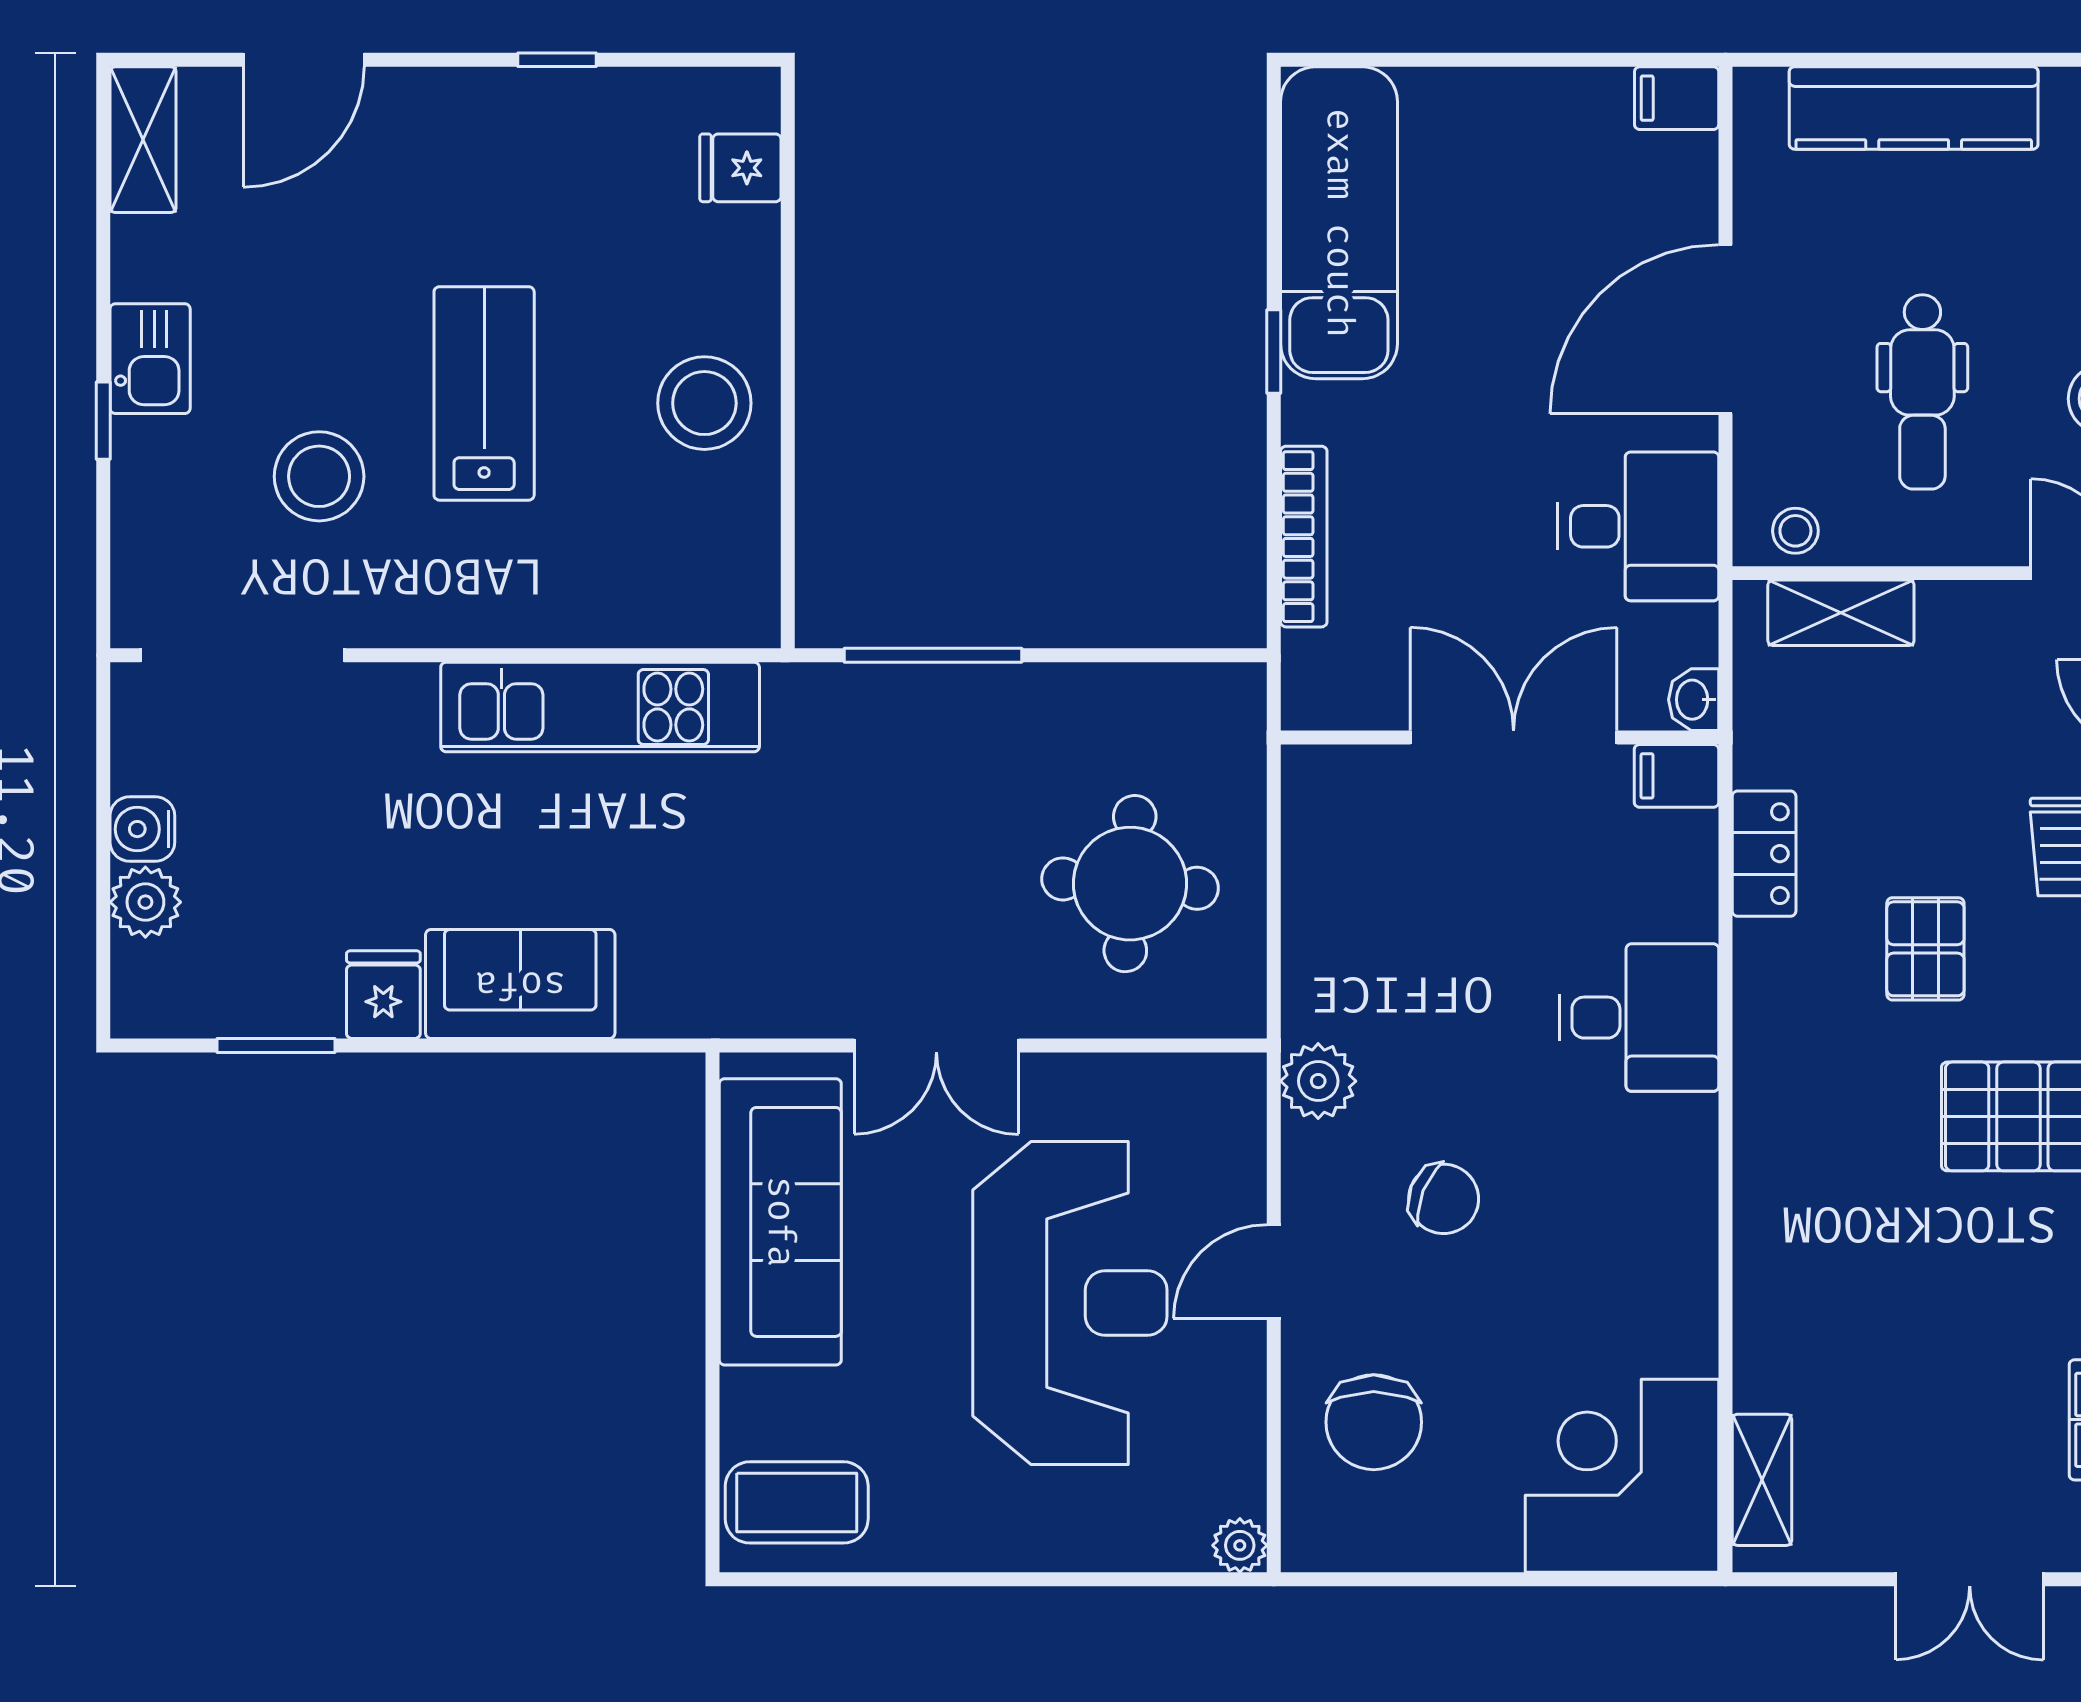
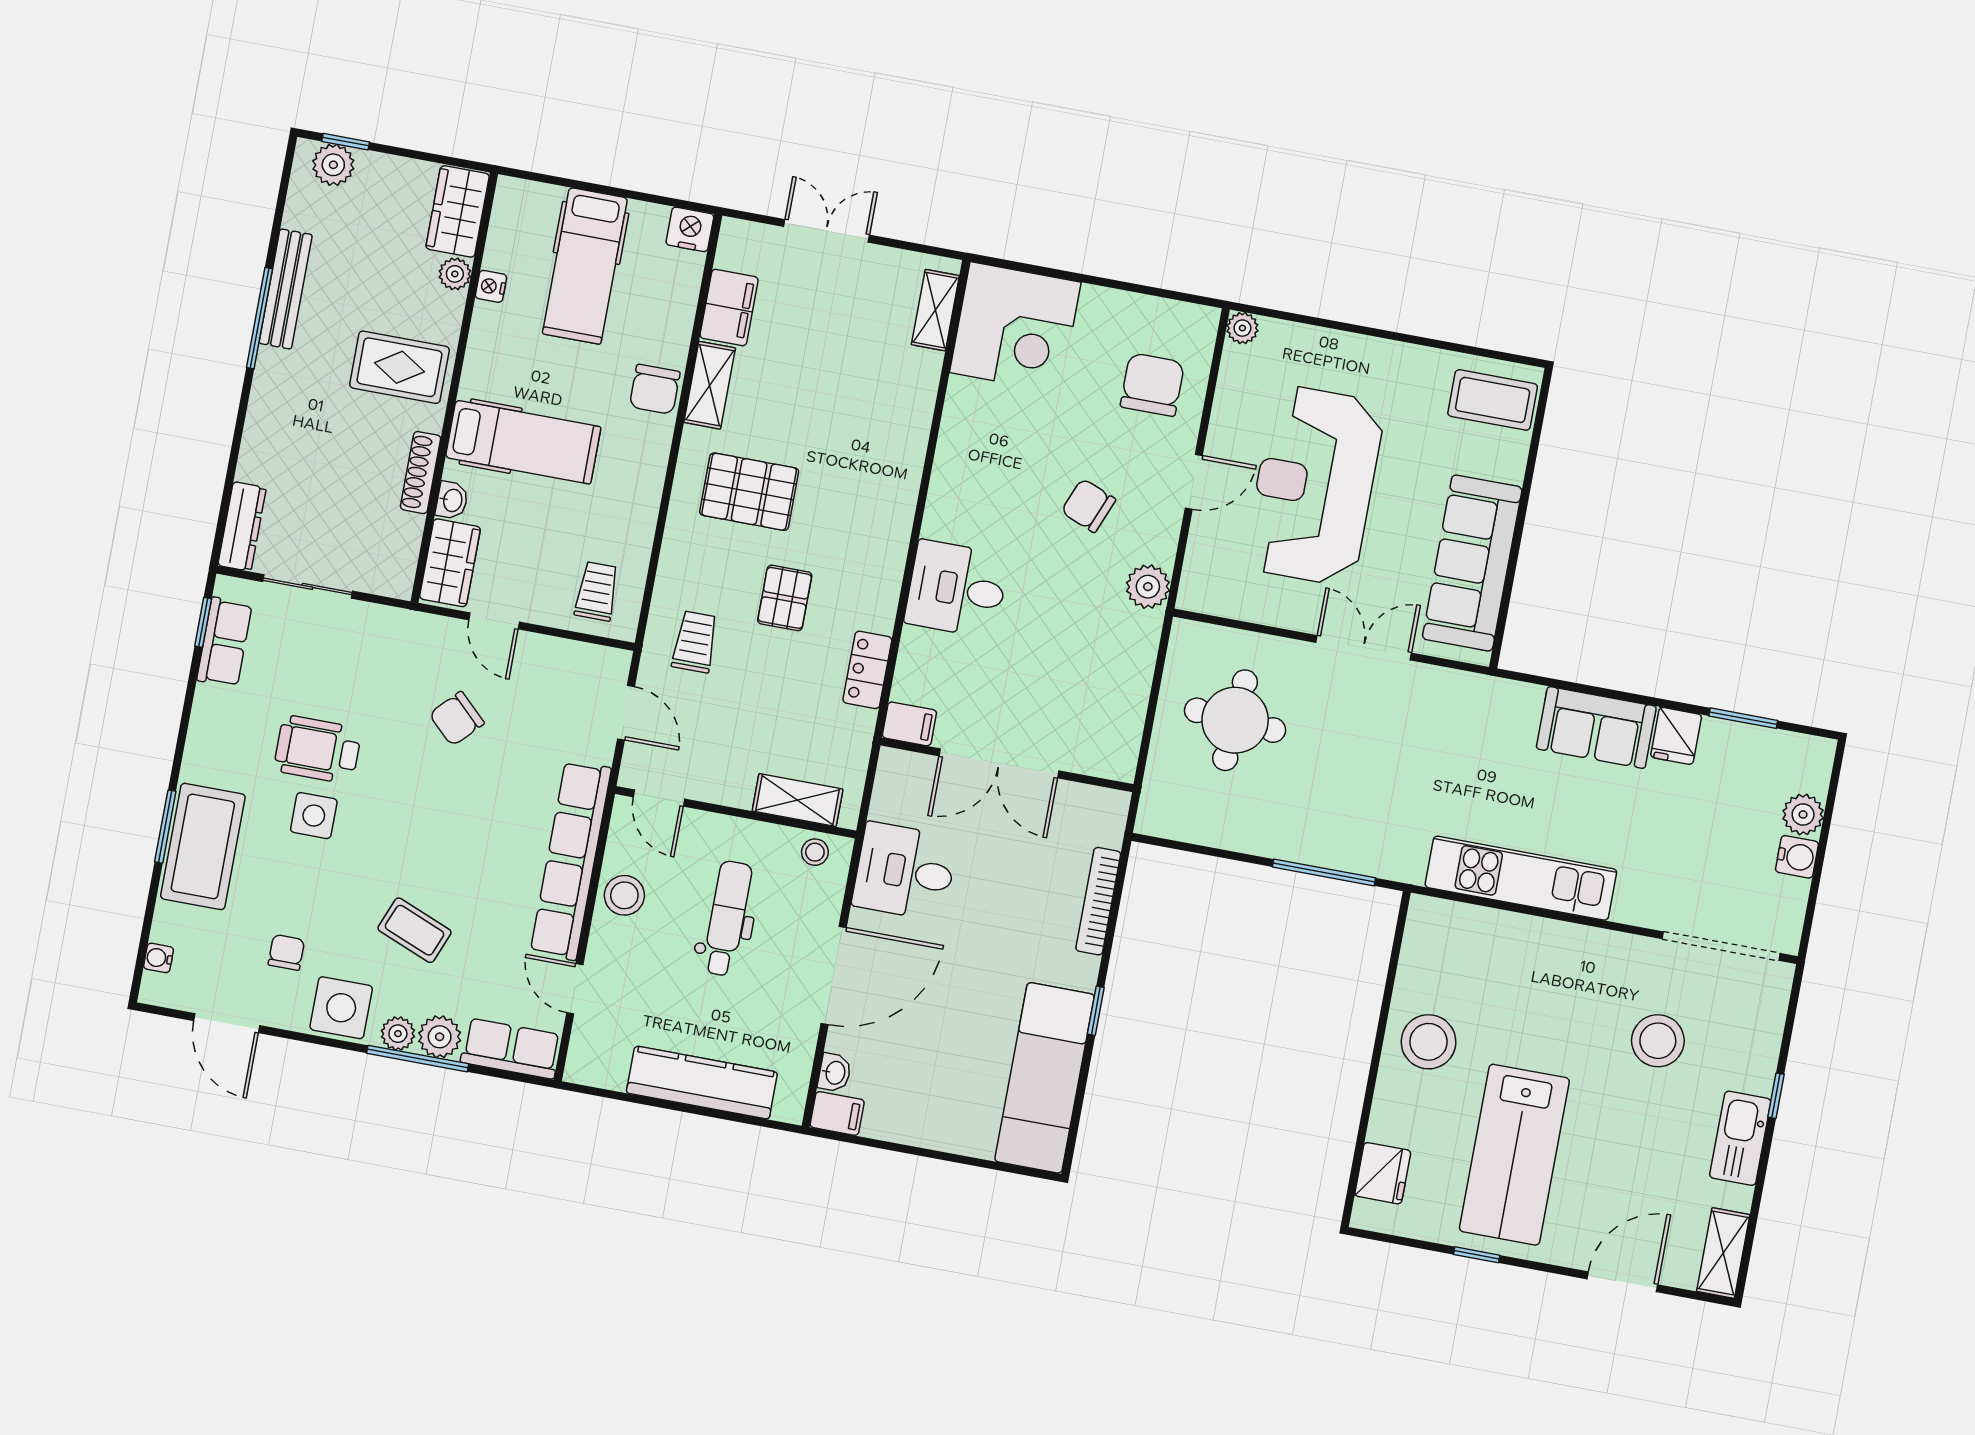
fridge: (740, 168) -> (1383, 1173), width x1.38
kitchen sink: (150, 359) -> (1740, 1138), width x1.38
lab bench: (484, 393) -> (1514, 1155), moved, width x1.36, depth x1.39
washbasin: (1694, 700) -> (835, 1073), moved

